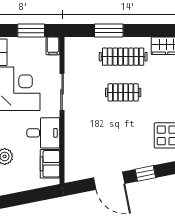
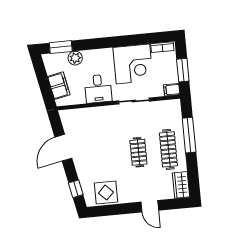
window: (109, 31) -> (189, 135), width x1.44
filing cabinet: (50, 164) -> (59, 86), moved, turned 79
window: (145, 173) -> (76, 189), moved

